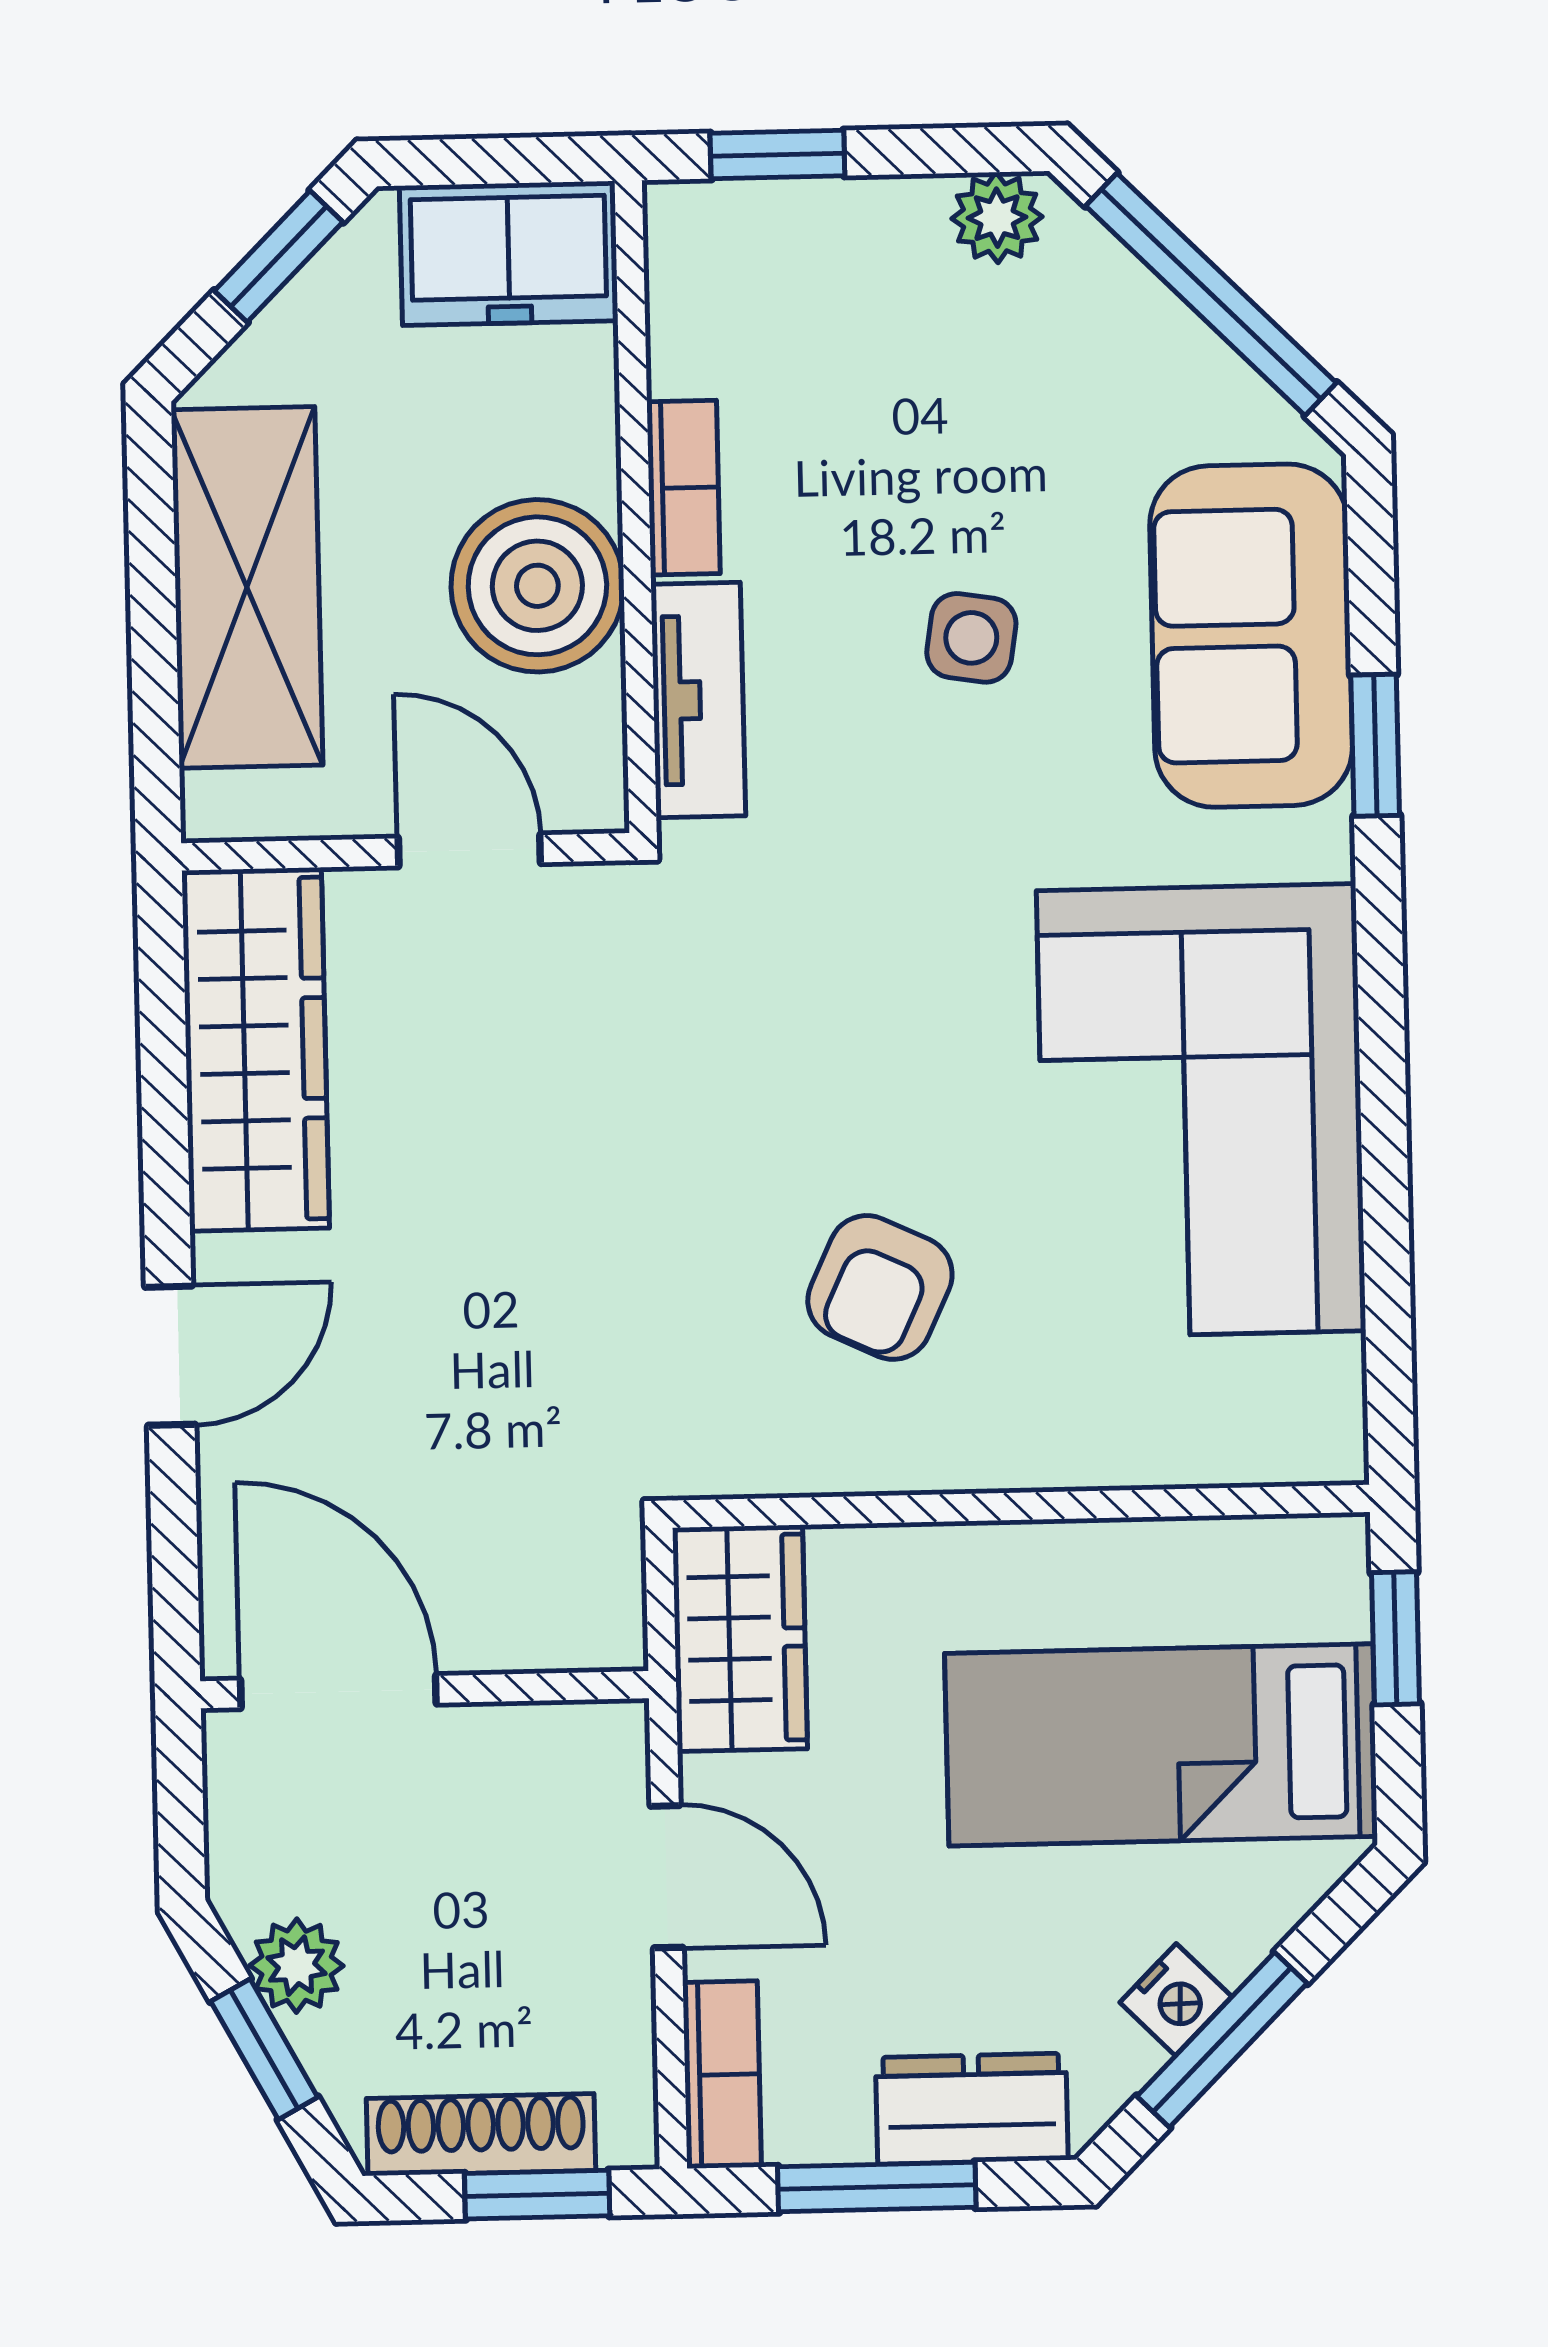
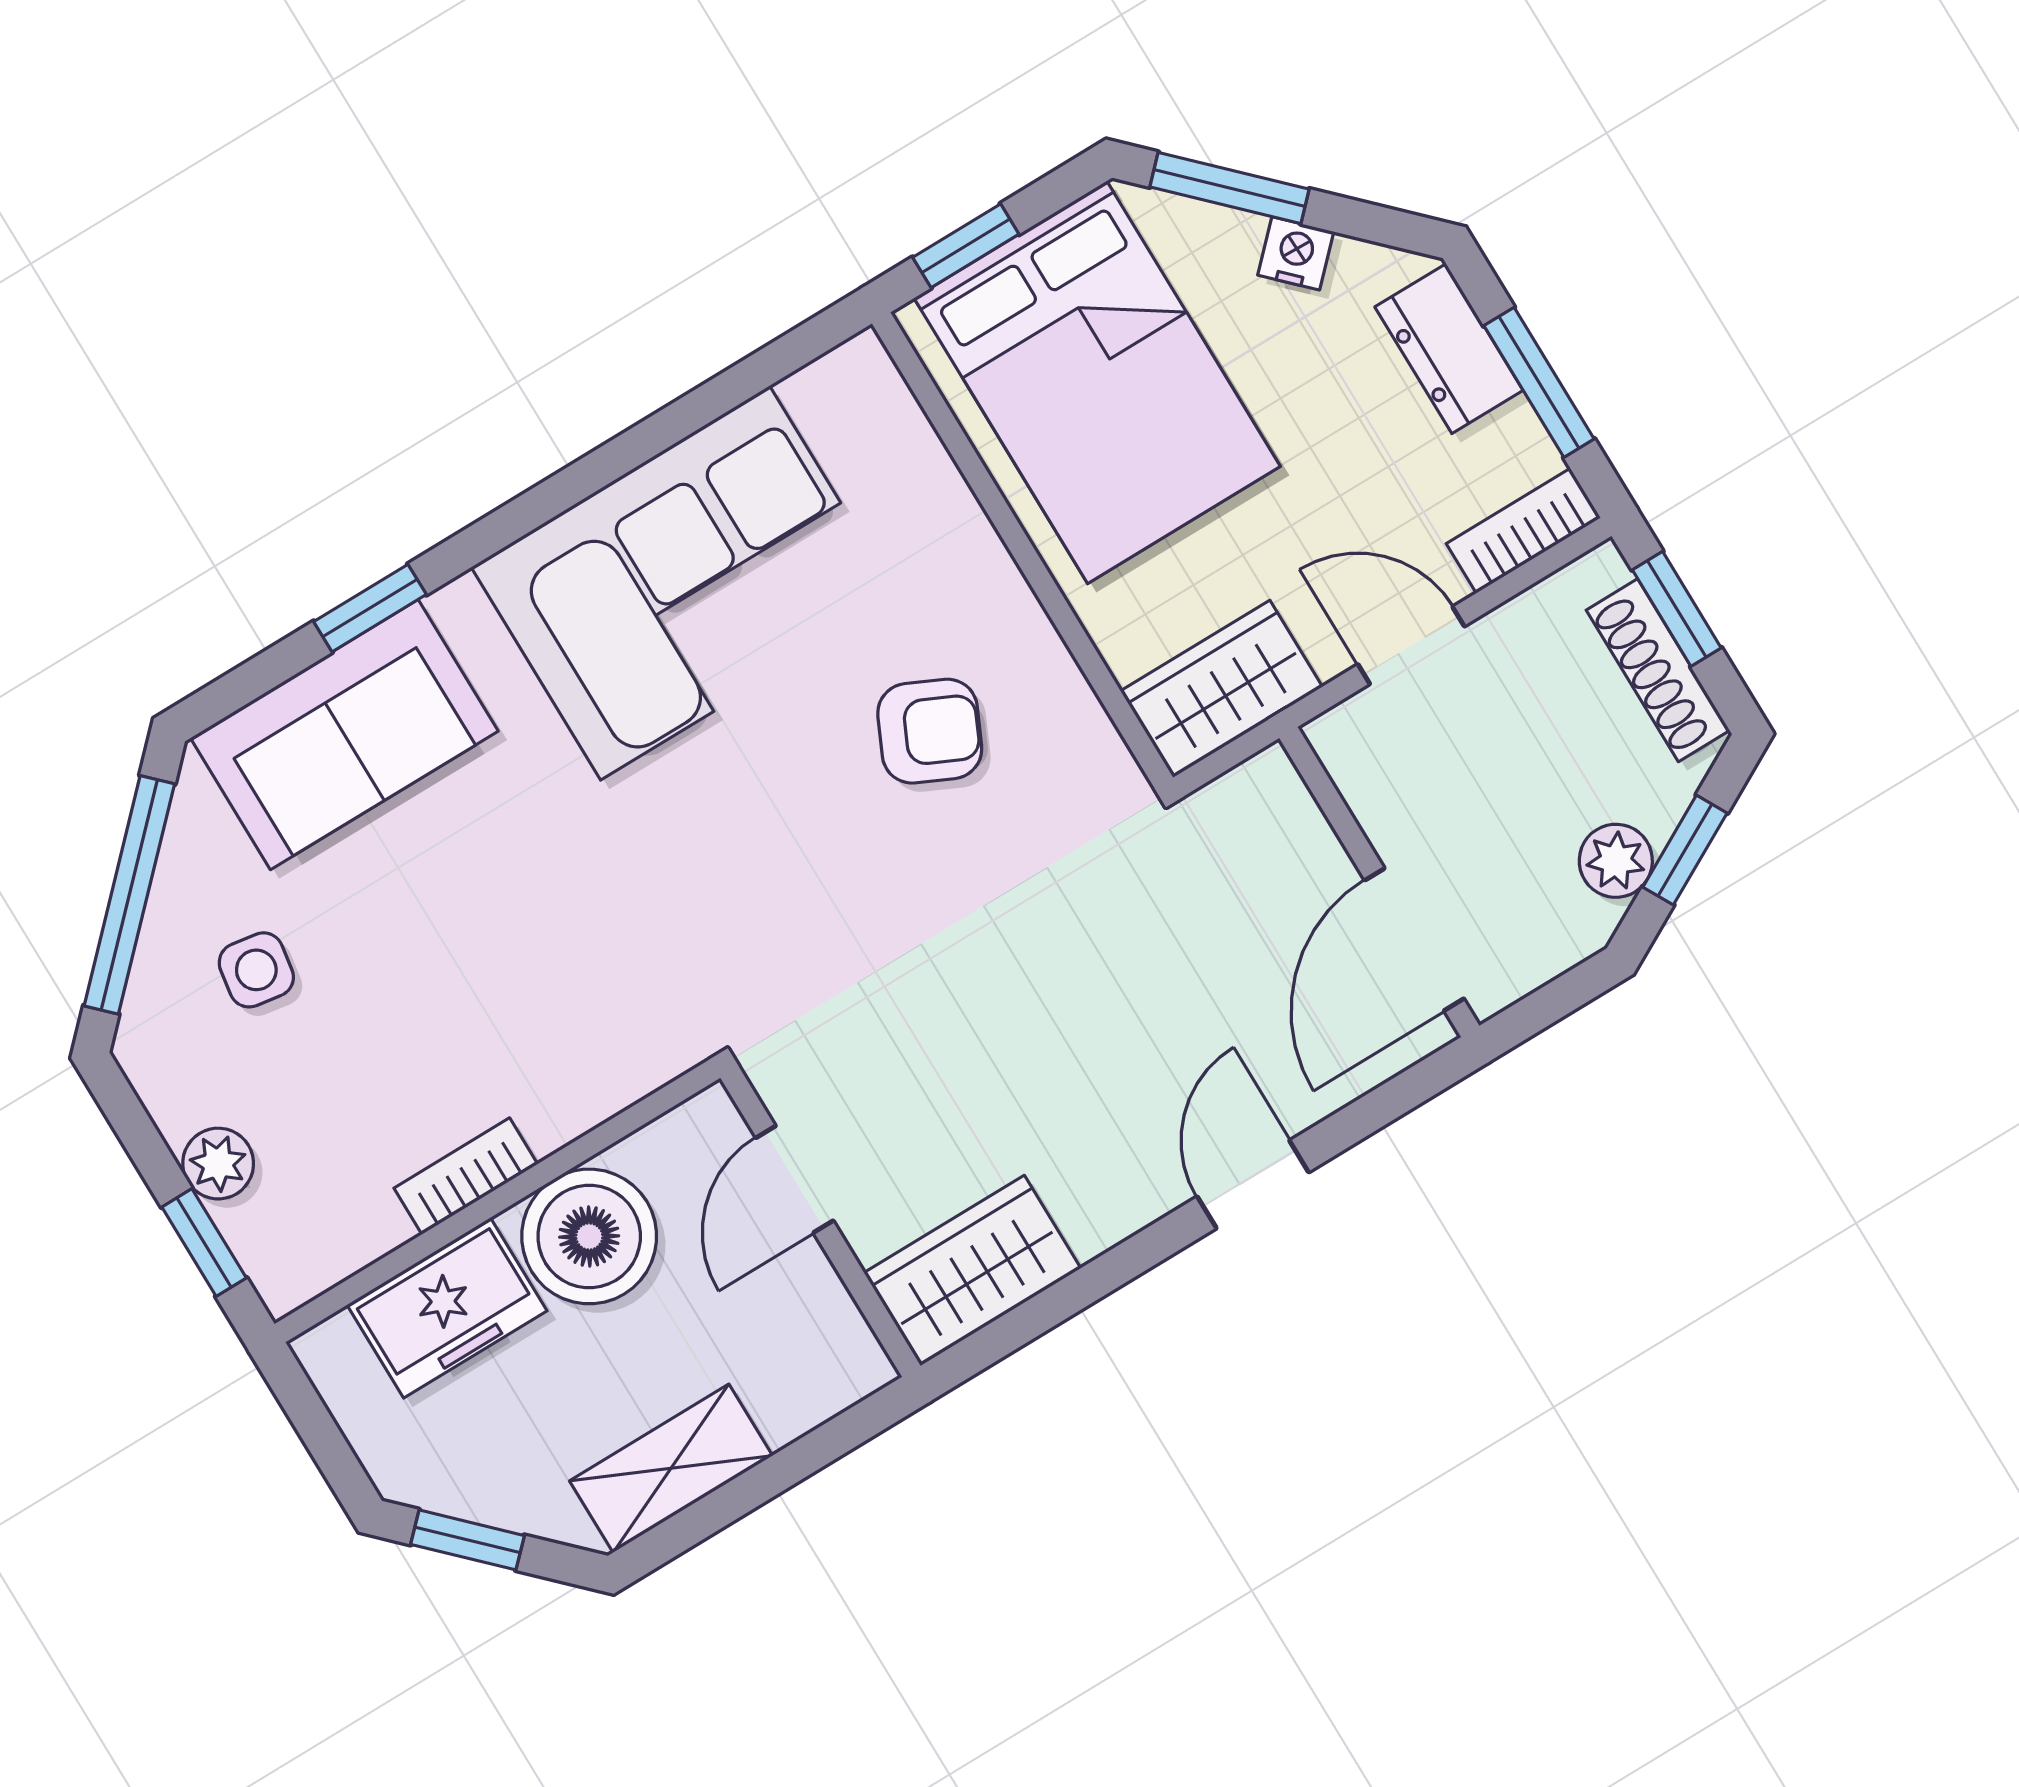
plant: (997, 218) -> (218, 1164), moved
freezer: (509, 253) -> (447, 1308), moved, turned 90
shelving: (247, 587) -> (671, 1468), width x0.67, depth x0.75
side table: (971, 638) -> (256, 970), moved
tv unit: (698, 700) -> (604, 1083), removed
wardrobe: (256, 1049) -> (972, 1270), width x0.67
door: (170, 1356) -> (1253, 1184), hinge flipped
bed: (1161, 1745) -> (1097, 382), width x1.50
door: (667, 1877) -> (1411, 645), hinge flipped
window: (1222, 2040) -> (1229, 188), moved

